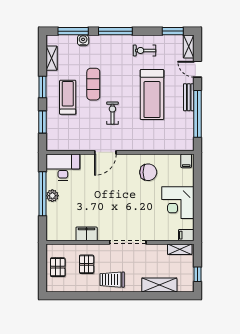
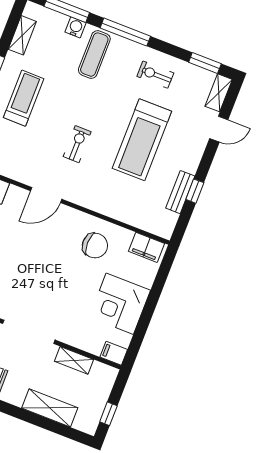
door: (198, 69) -> (219, 129), swing flipped
exercise mat: (93, 84) -> (94, 55), moved
bench: (189, 97) -> (180, 192), moved
window: (198, 114) -> (195, 191), width x0.32
filing cabinet: (186, 161) -> (147, 247), width x2.00
shelving: (180, 249) -> (74, 360), moved

